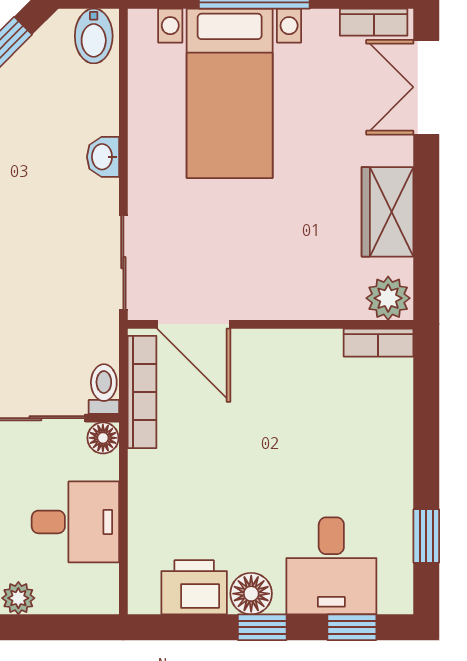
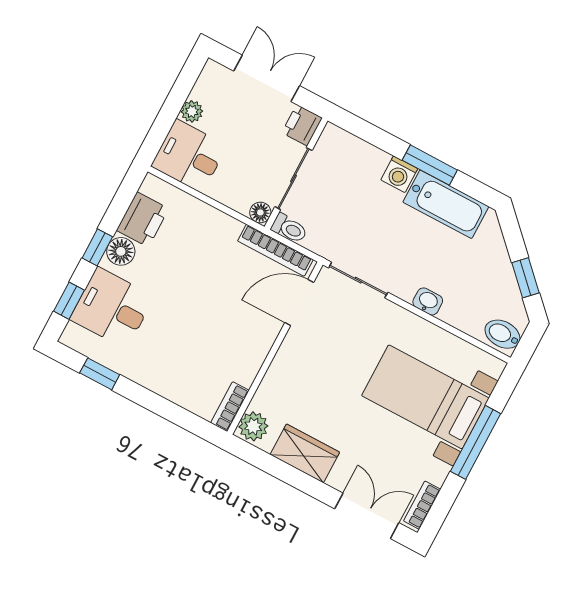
desk: (75, 522) -> (189, 156), moved, turned 90

